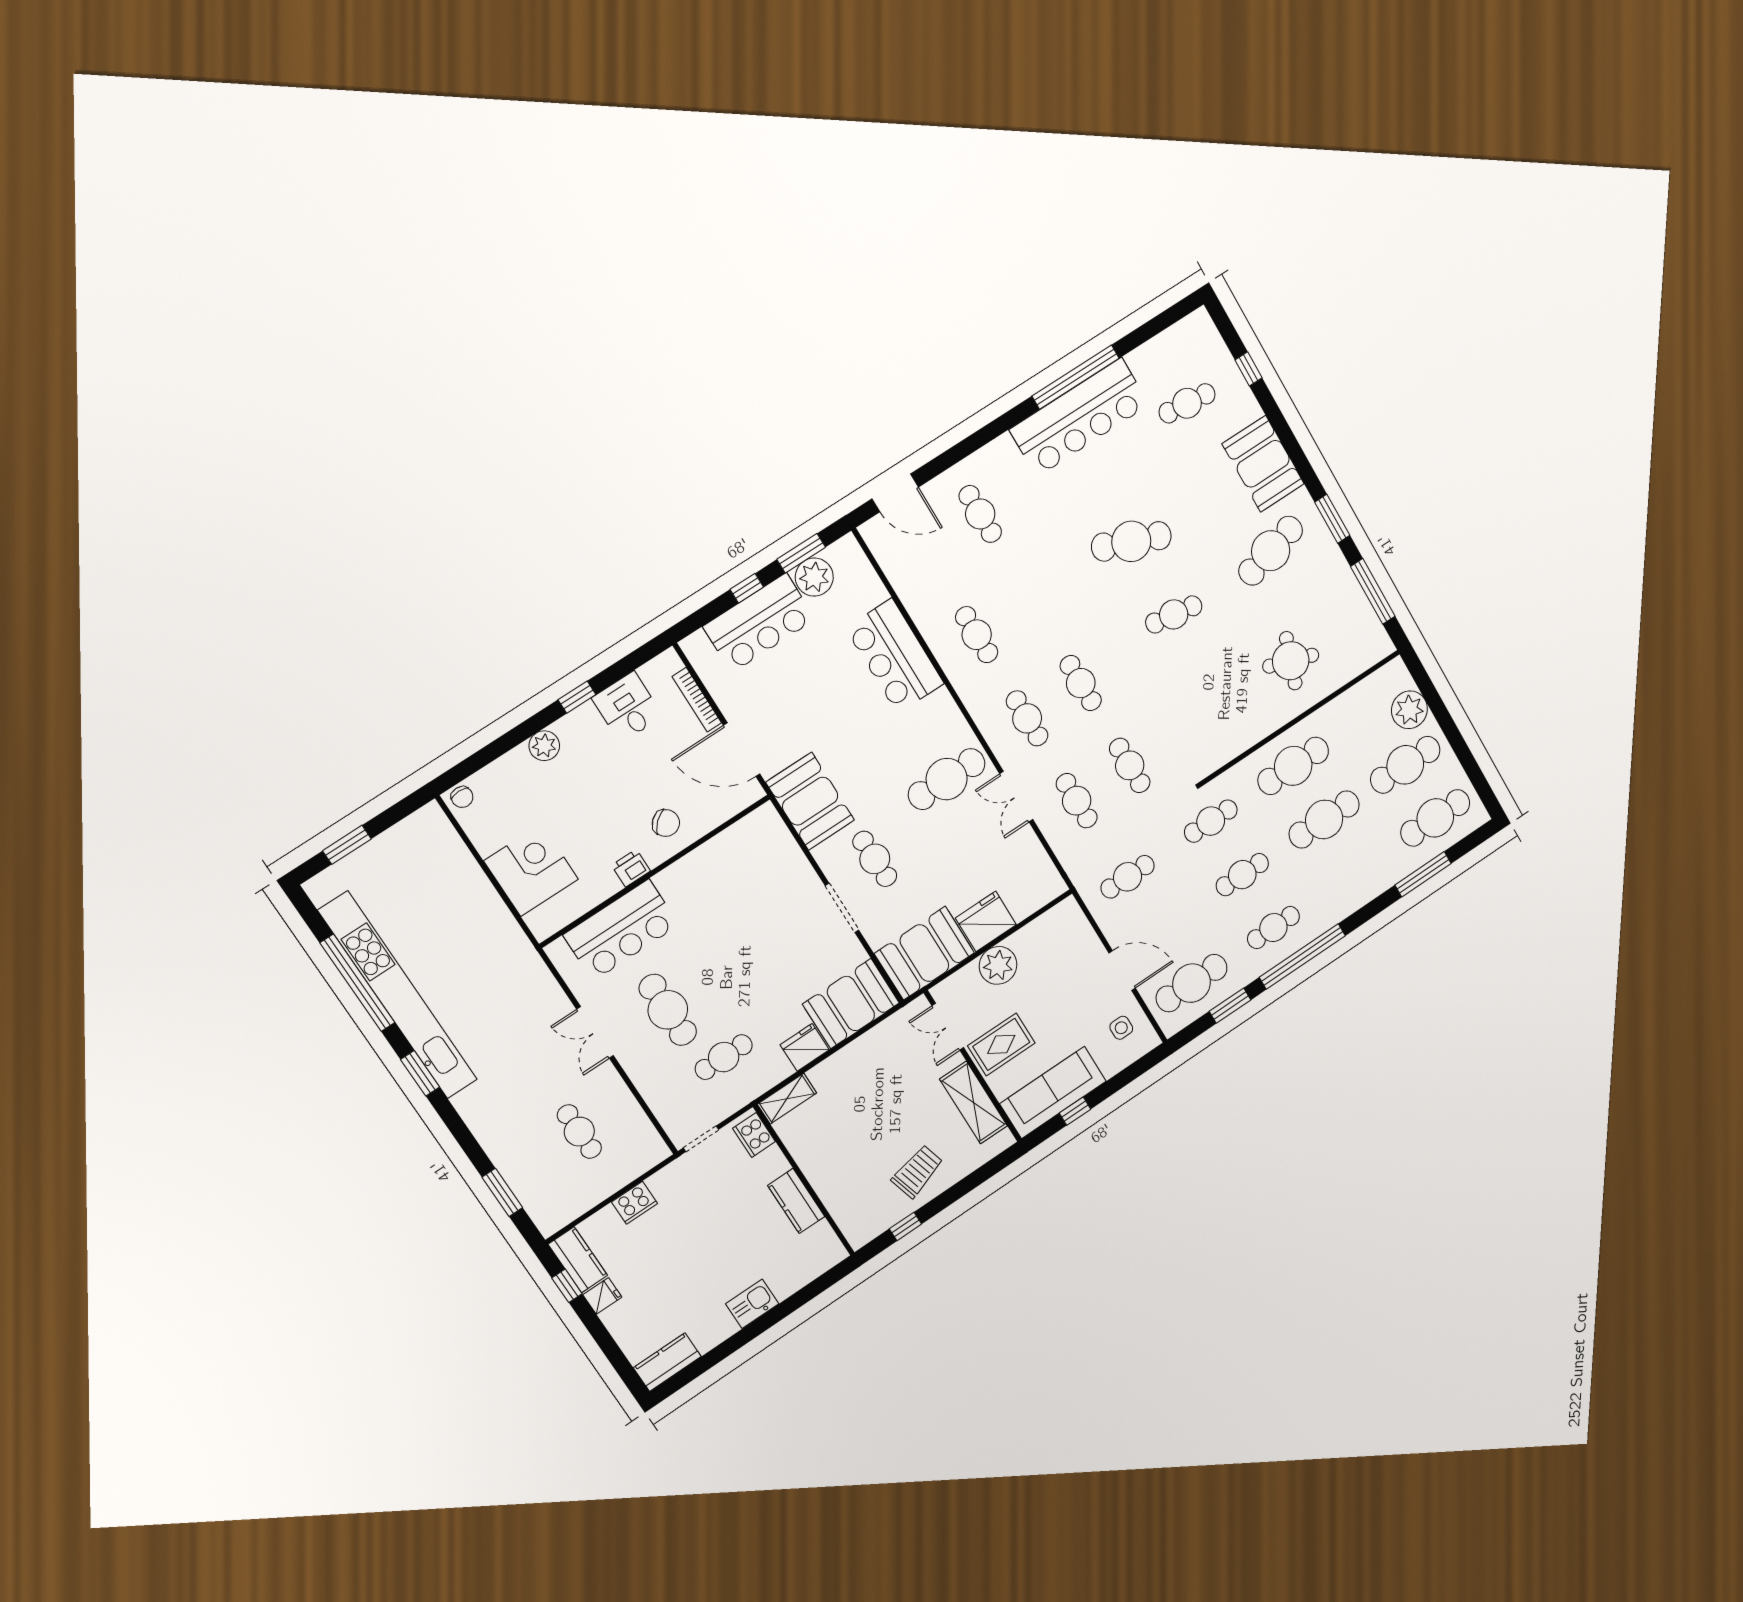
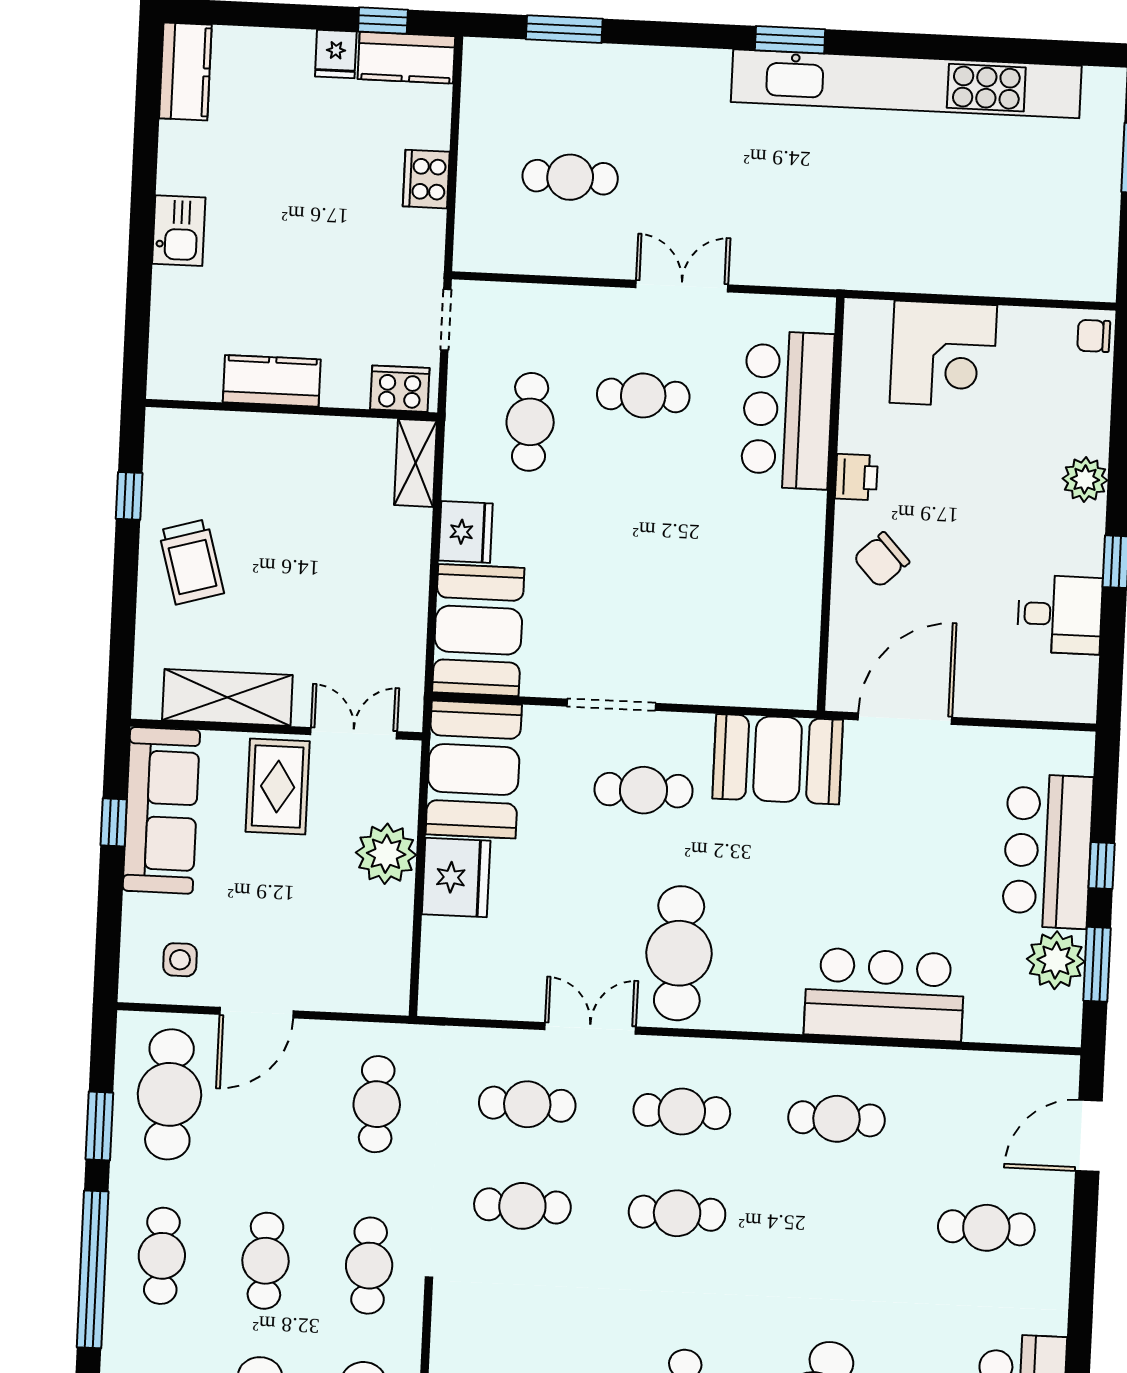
bookcase: (697, 700) -> (1008, 706), removed
window: (357, 983) -> (958, 48), removed
cafe table: (668, 1010) -> (643, 395), width x0.73, depth x0.74

